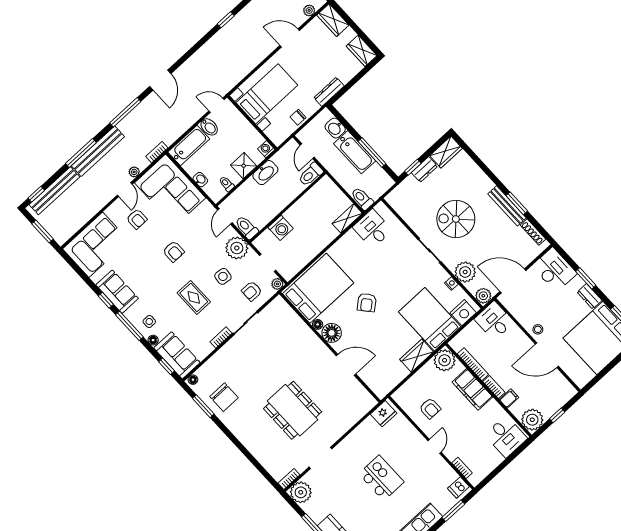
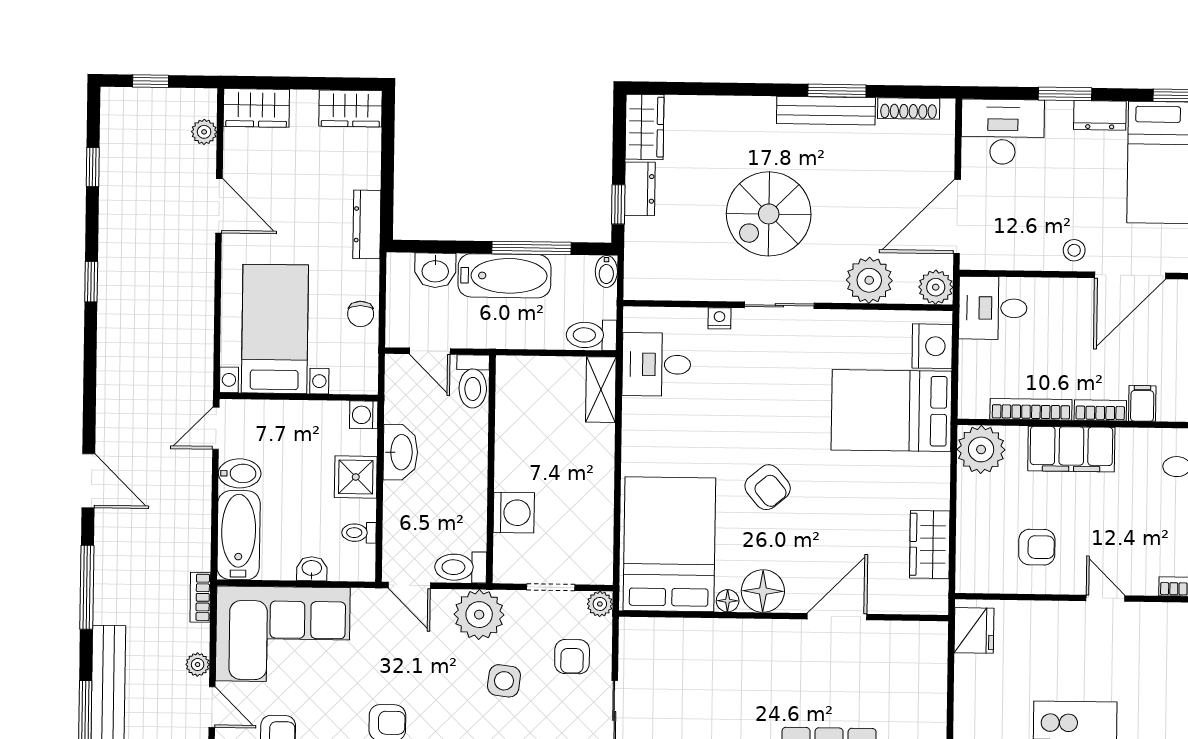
door: (290, 38) -> (219, 206), swing flipped
bidet: (387, 184) -> (606, 271), added
nightstand: (451, 284) -> (719, 318), moved
wardrobe: (417, 356) -> (930, 544), moved

